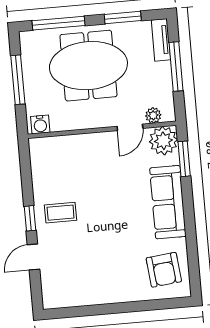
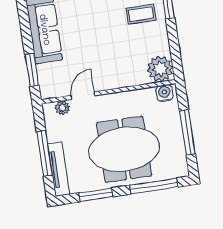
tv unit: (161, 40) -> (59, 169), width x1.41
plant: (163, 141) -> (160, 69), moved

